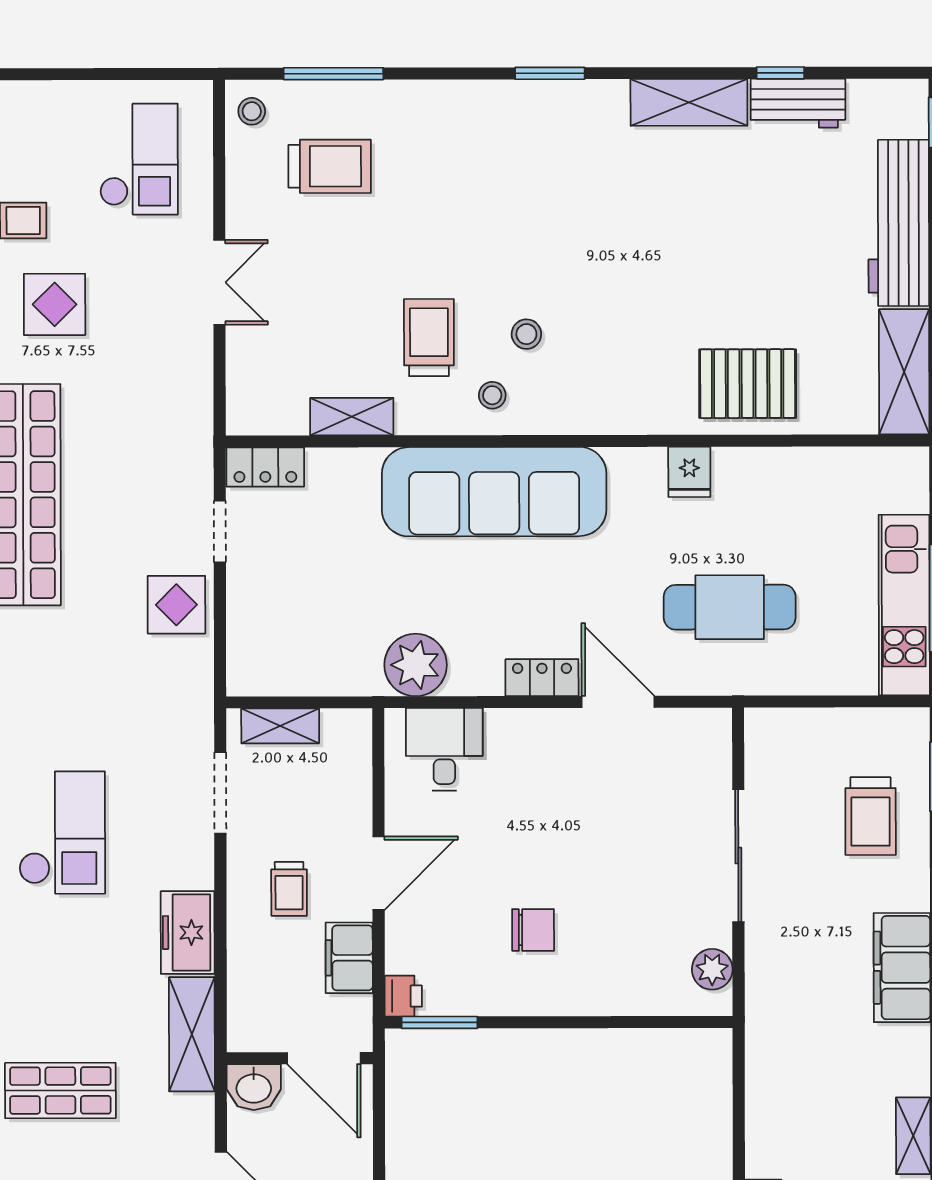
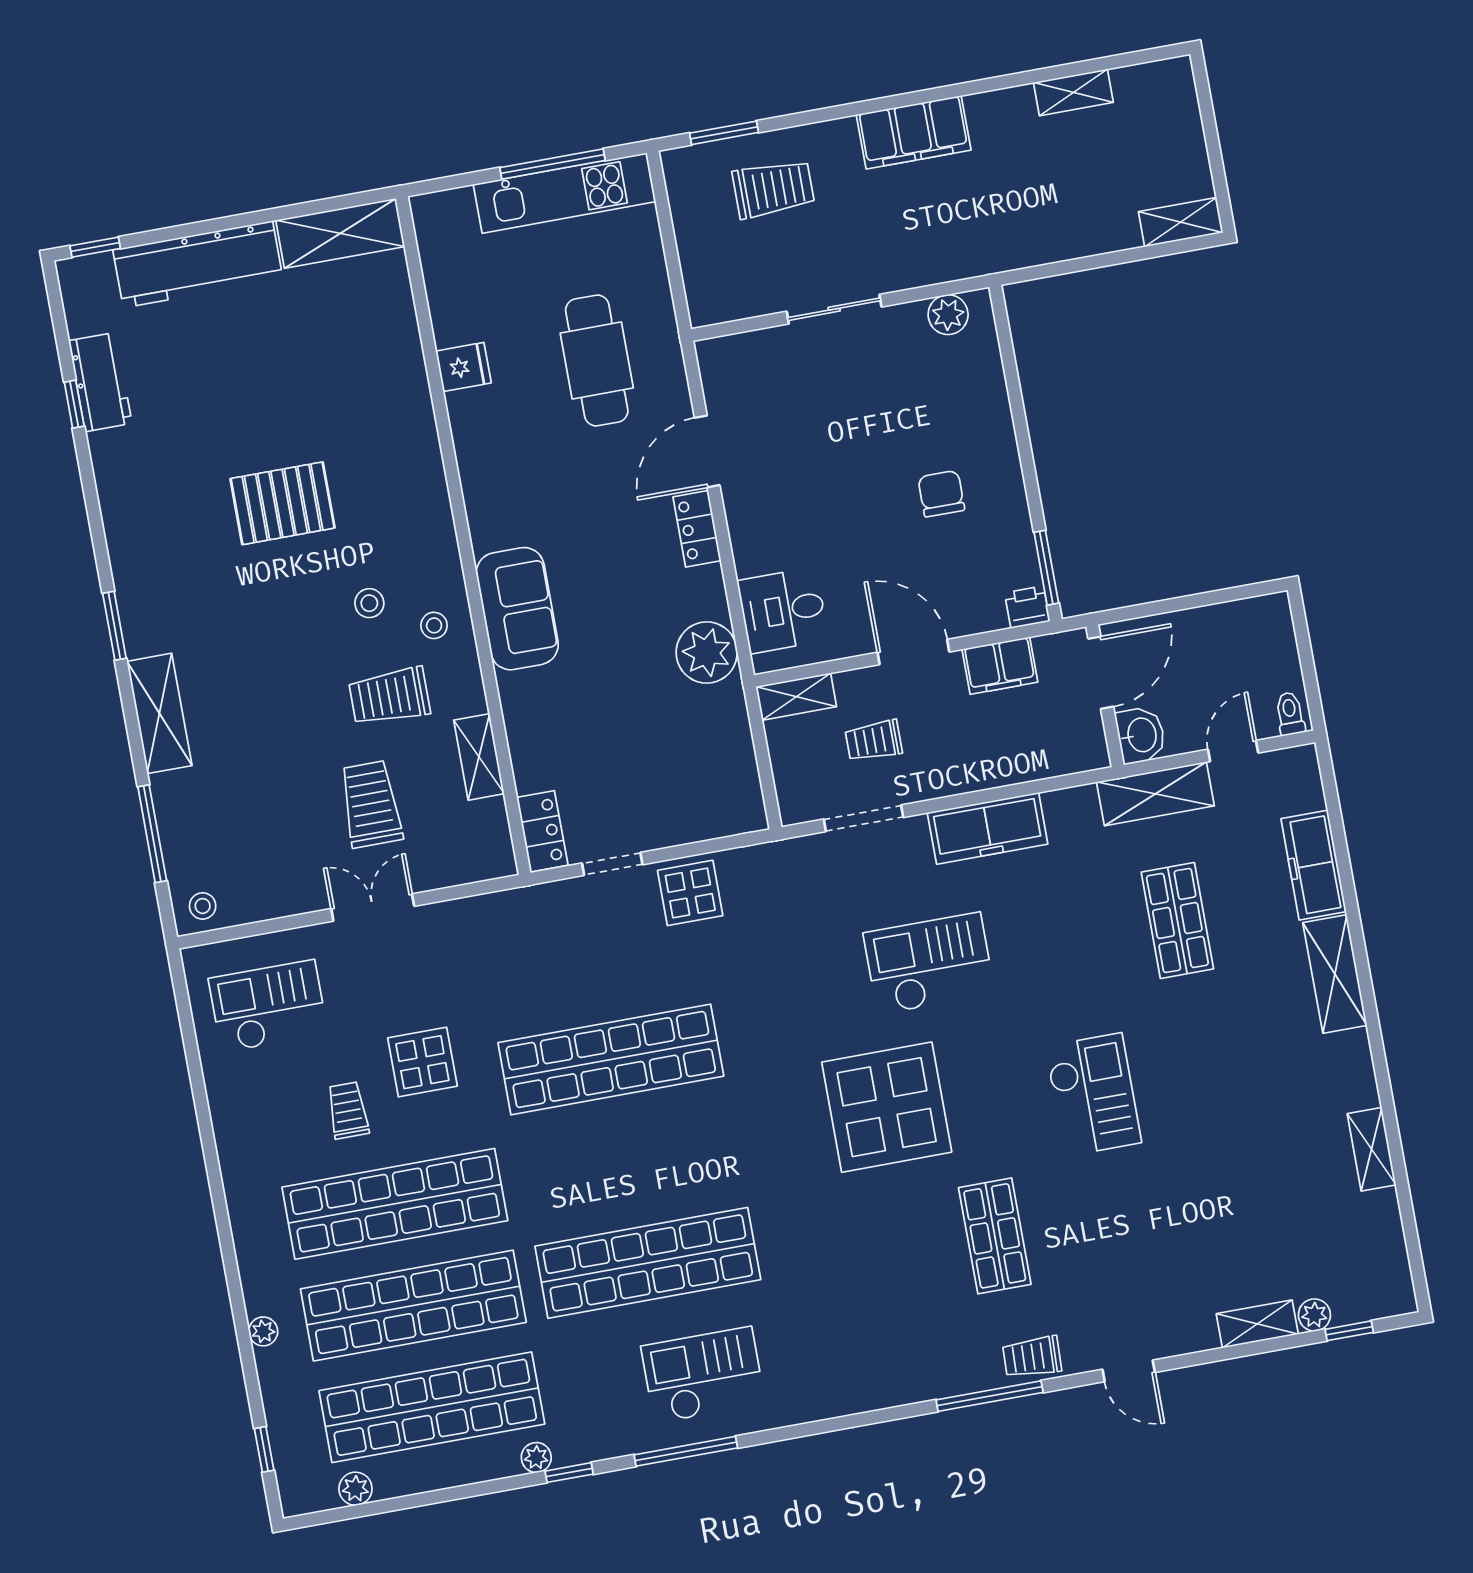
shelving: (689, 102) -> (159, 713), moved
trolley: (330, 166) -> (371, 804), moved
pallet: (748, 384) -> (283, 503), moved, turned 90
fridge: (689, 472) -> (463, 367), moved
sofa: (494, 492) -> (517, 609), width x0.54, depth x0.79
shelving: (280, 726) -> (796, 697), moved, turned 90
sliding door: (738, 856) -> (834, 309), width x0.73
trolley: (289, 889) -> (874, 741), moved, turned 180
freezer: (188, 933) -> (988, 828), width x1.40
shelving: (192, 1034) -> (1155, 794), moved

